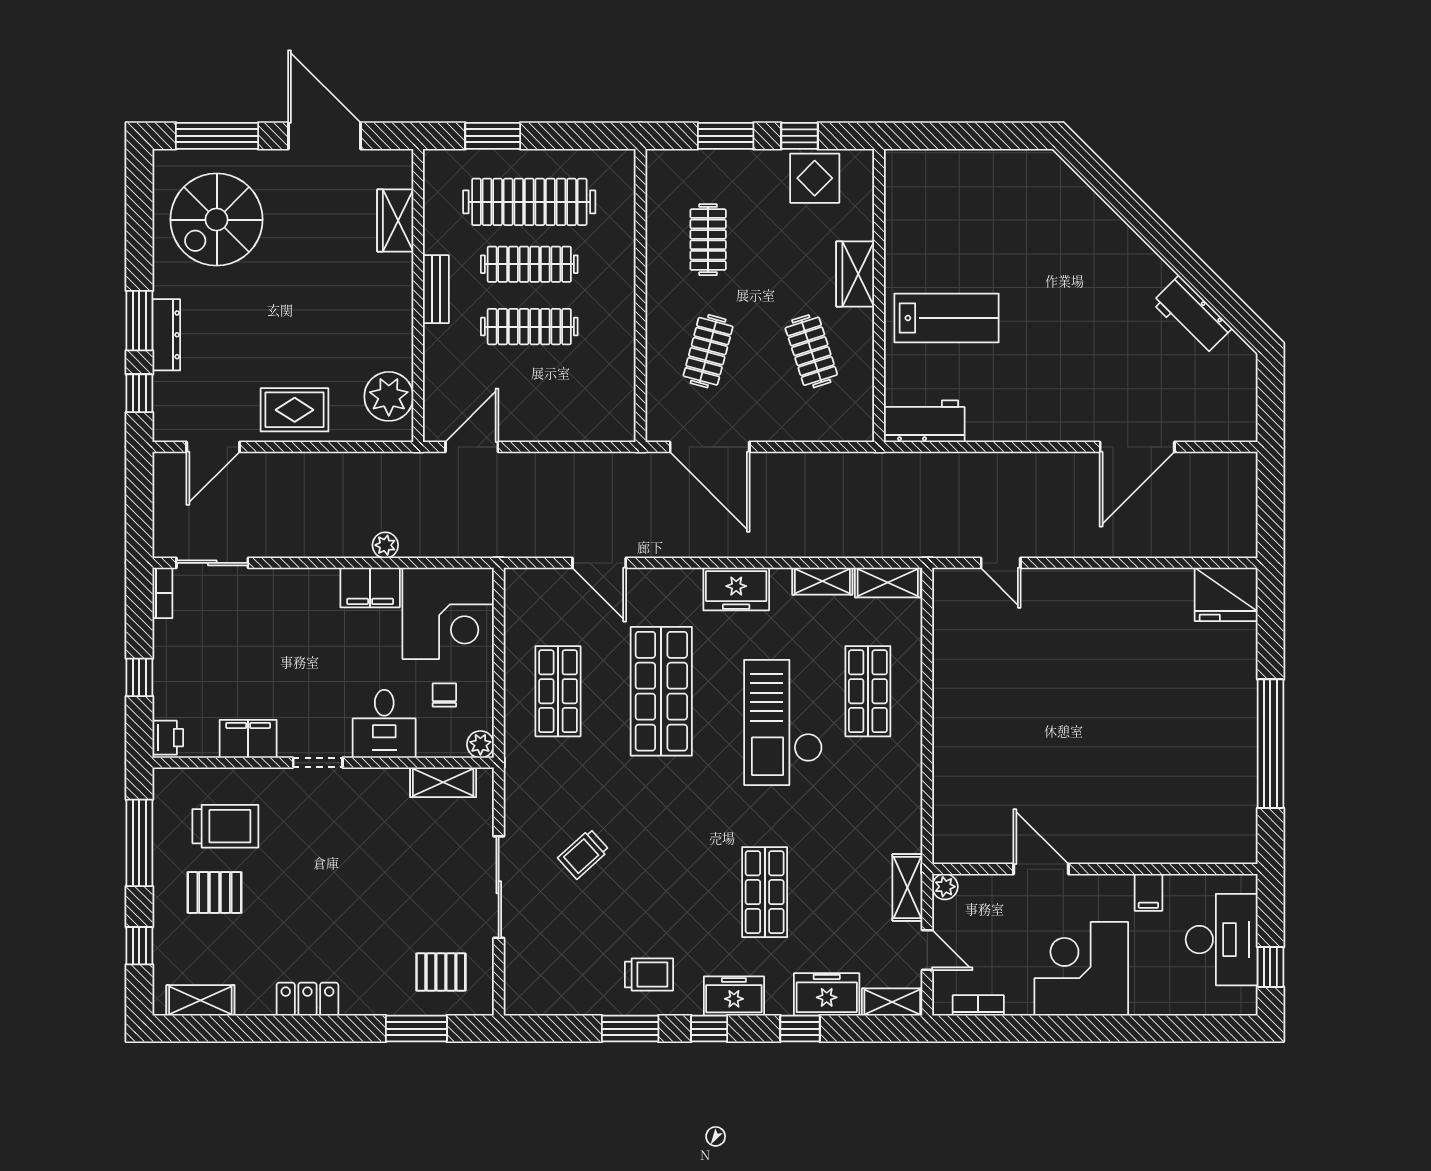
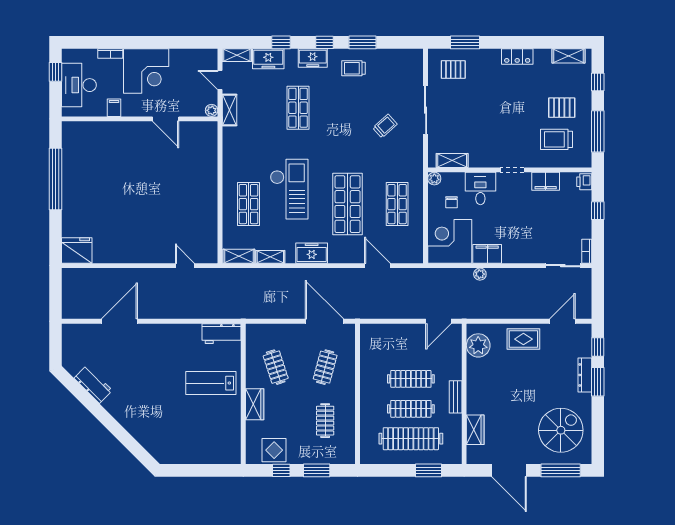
bookcase: (978, 1005) -> (110, 53), moved

